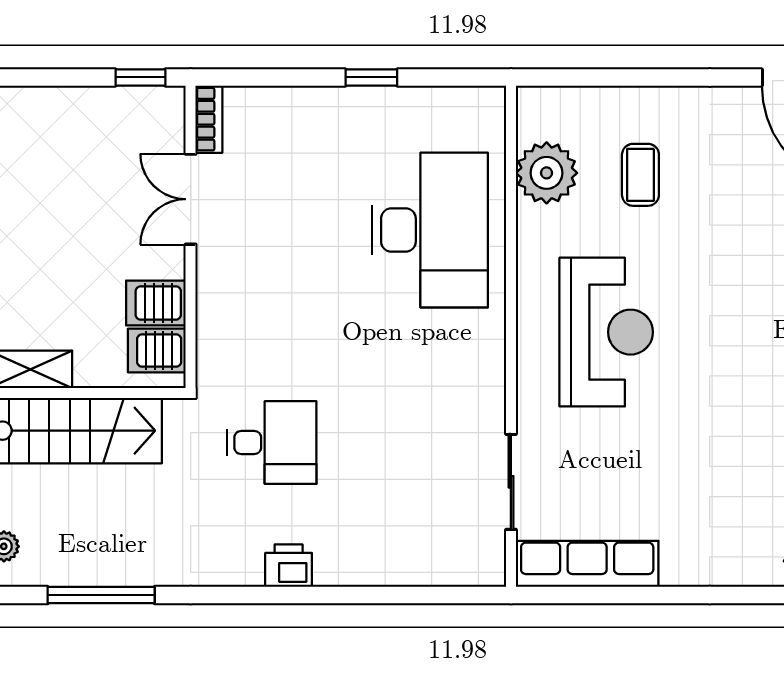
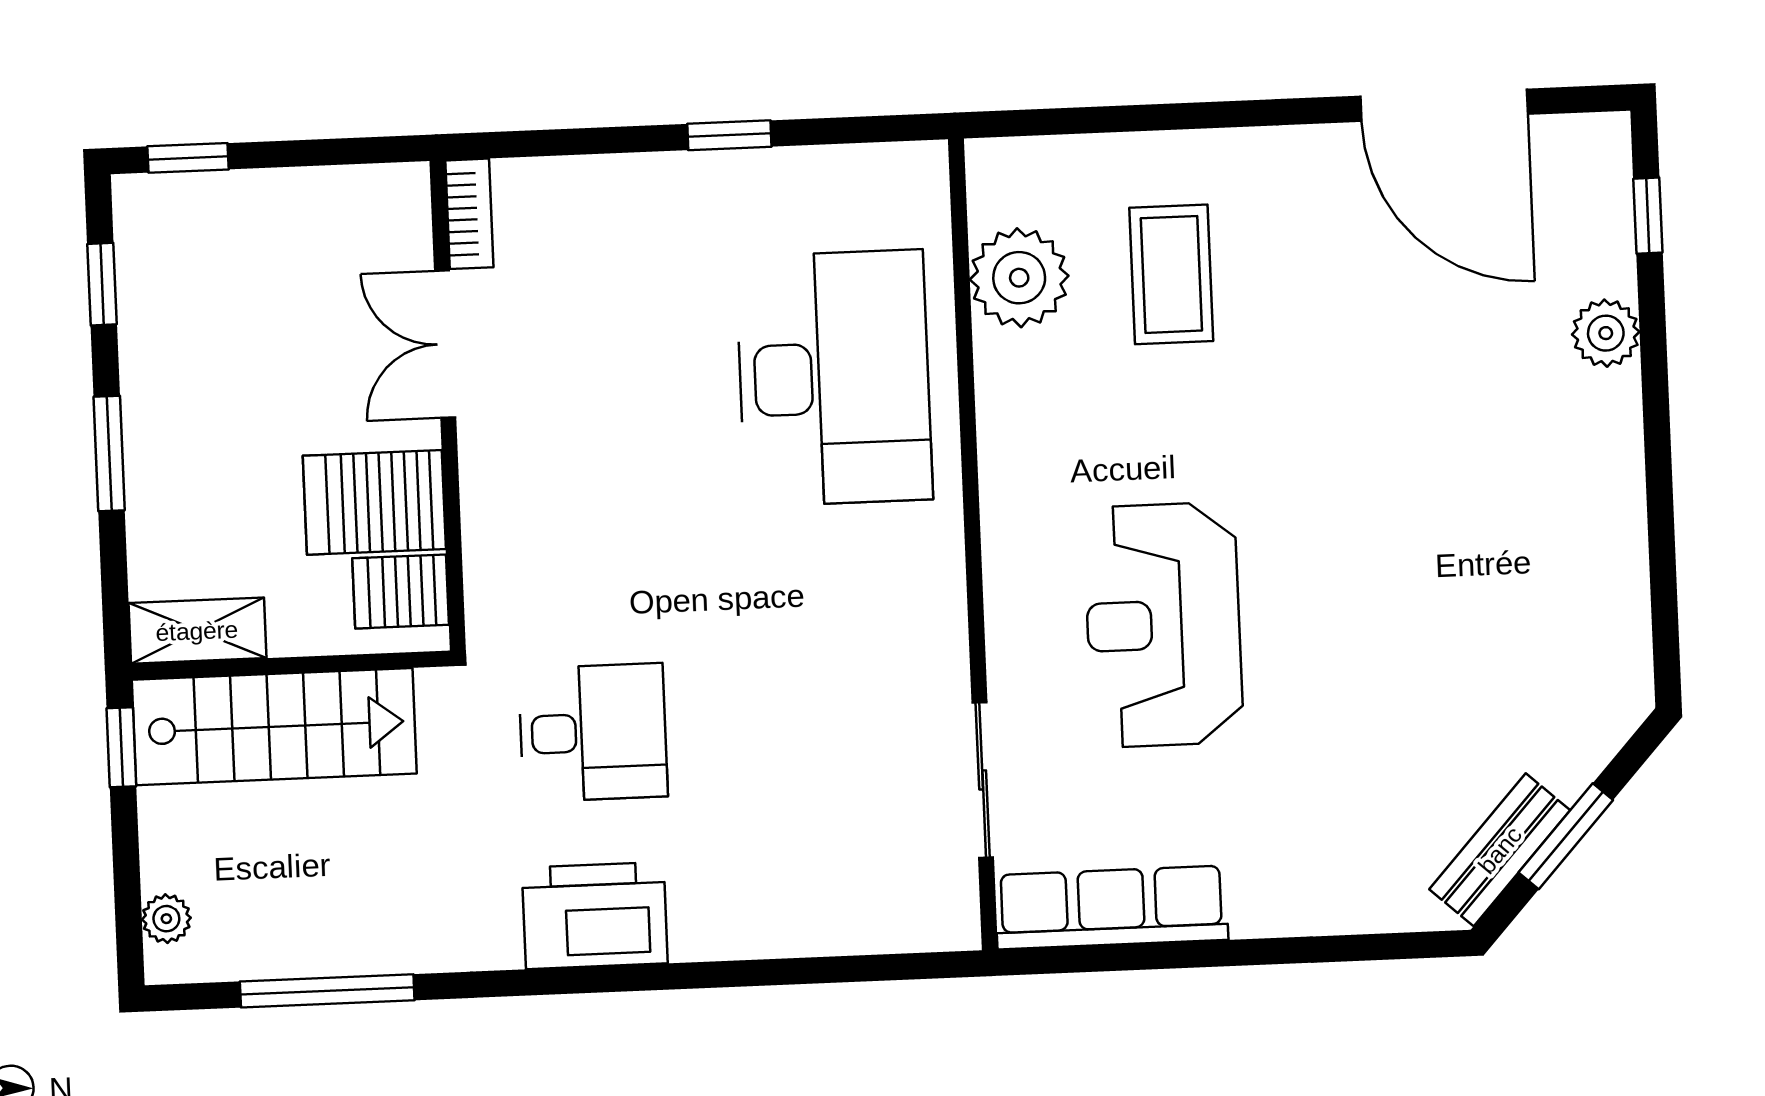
window: (140, 77) -> (188, 158), moved
coffee table: (640, 175) -> (1171, 274), width x1.36, depth x1.30
server rack: (156, 303) -> (374, 502), width x1.36, depth x1.44
reception desk: (606, 332) -> (1163, 625), moved, turned 180
printer: (289, 566) -> (595, 915), width x1.87, depth x1.48

